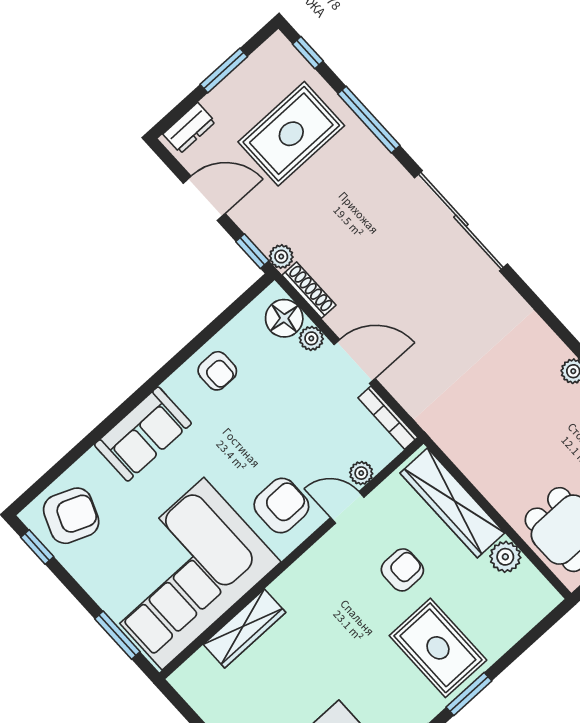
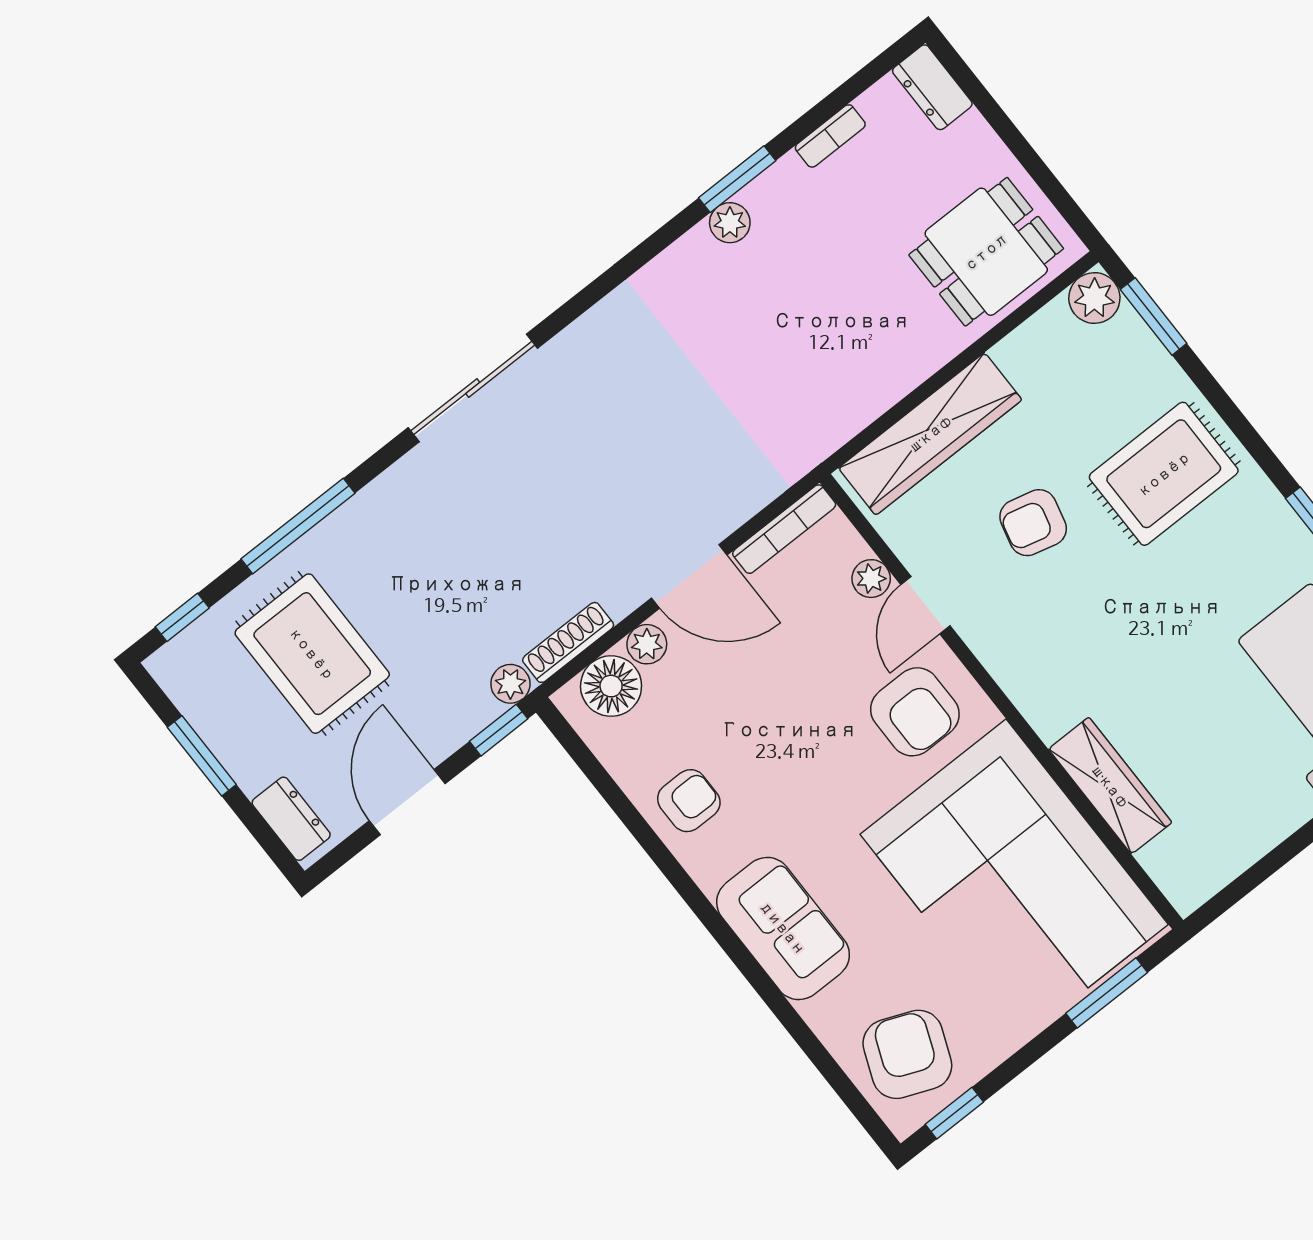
sliding door: (461, 221) -> (473, 388), width x0.73
door: (355, 362) -> (689, 576), swing flipped
armchair: (281, 506) -> (915, 712), turned 180
plant: (505, 557) -> (1094, 298), moved
armchair: (402, 570) -> (1033, 523), turned -76
window: (469, 694) -> (1154, 316), moved

